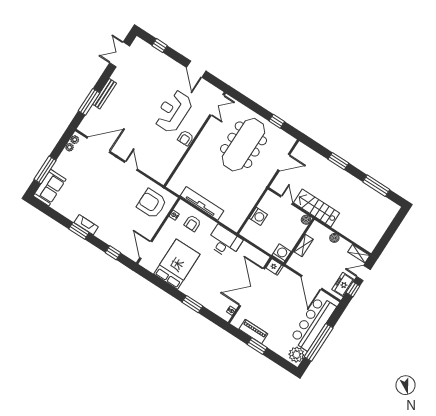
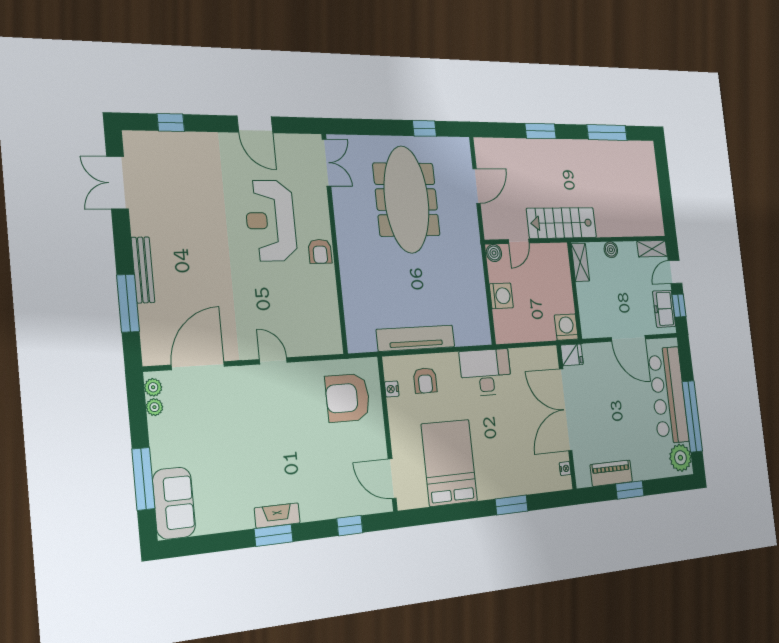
door: (287, 200) -> (519, 241), swing flipped
boiler: (306, 220) -> (494, 253), moved
shelving: (304, 245) -> (580, 262), moved

